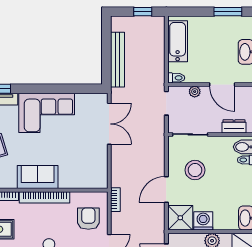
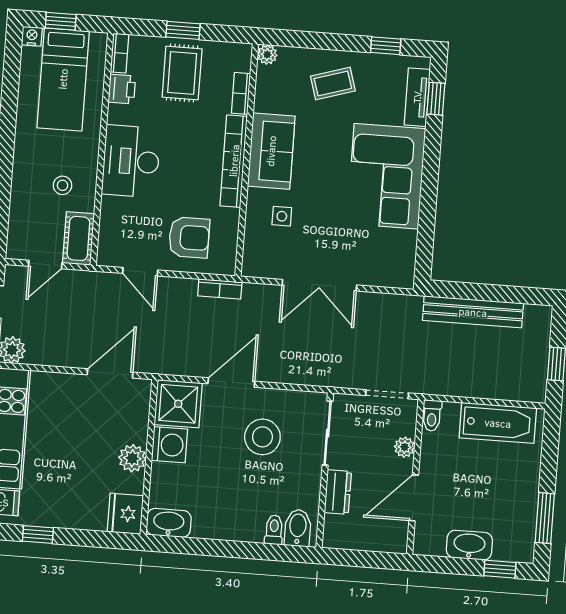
double door: (109, 124) -> (319, 285), moved
dresser: (234, 126) -> (338, 492), moved
side table: (73, 169) -> (282, 216), added
door: (166, 189) -> (231, 383), hinge flipped

